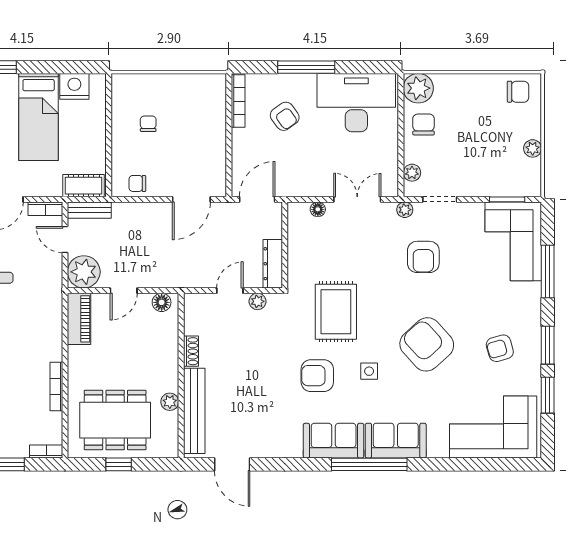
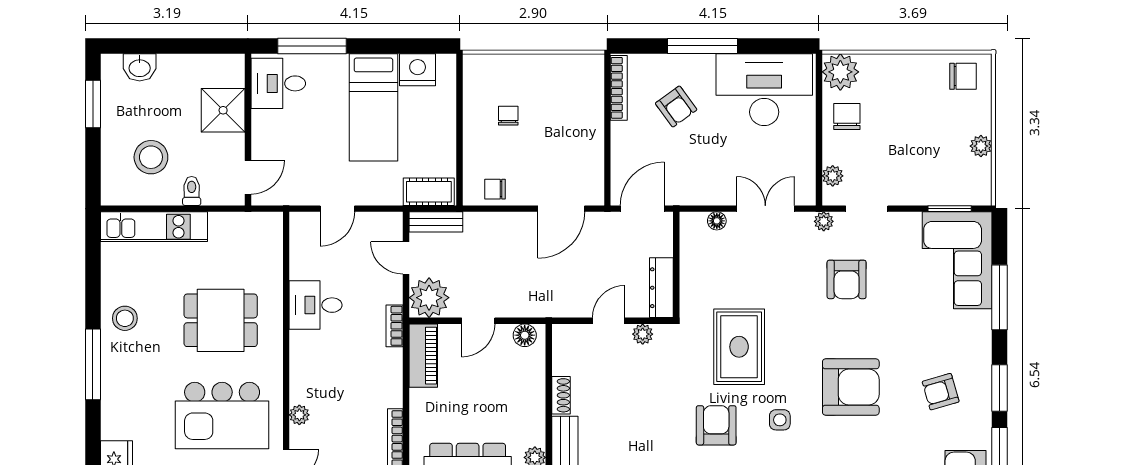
bookcase: (45, 209) -> (395, 326), moved, turned 90
armchair: (427, 344) -> (851, 387), turned 132
armchair: (317, 376) -> (716, 425), turned 90

